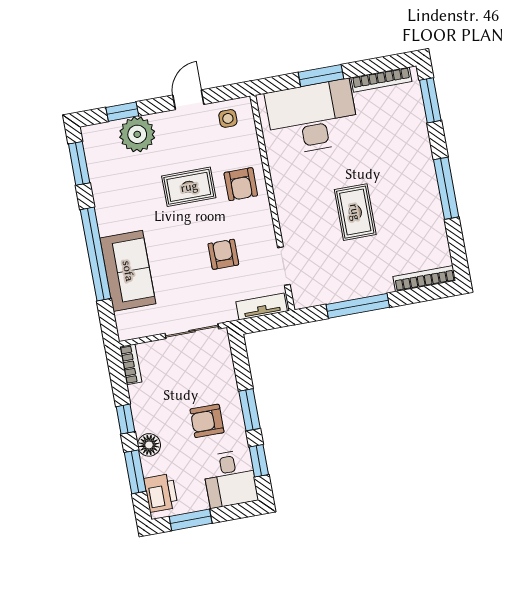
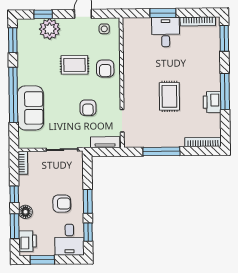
desk: (312, 117) -> (166, 32), width x0.53, depth x0.77
printer: (428, 209) -> (212, 102), added
armchair: (223, 254) -> (88, 108), turned 180
armchair: (207, 421) -> (62, 204), turned 180

